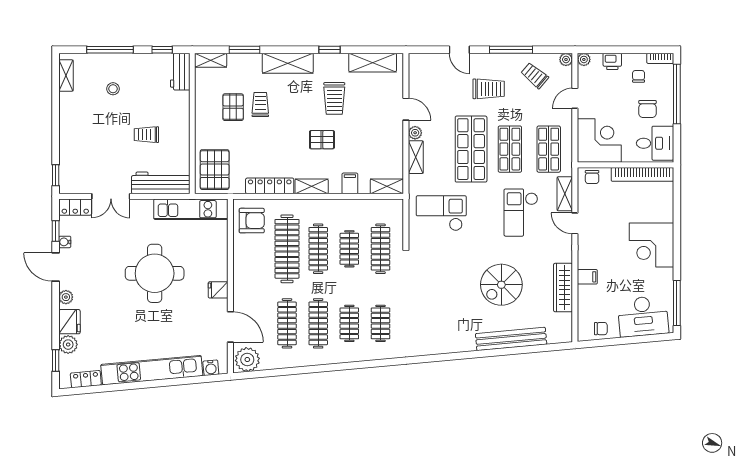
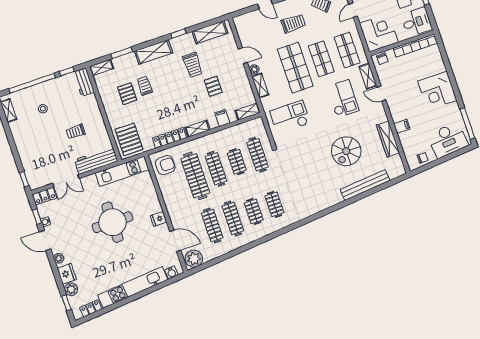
window: (110, 50) -> (32, 83), width x1.46
pallet: (322, 140) -> (213, 86), moved, turned 90
checkout: (521, 213) -> (343, 99), turned 180

